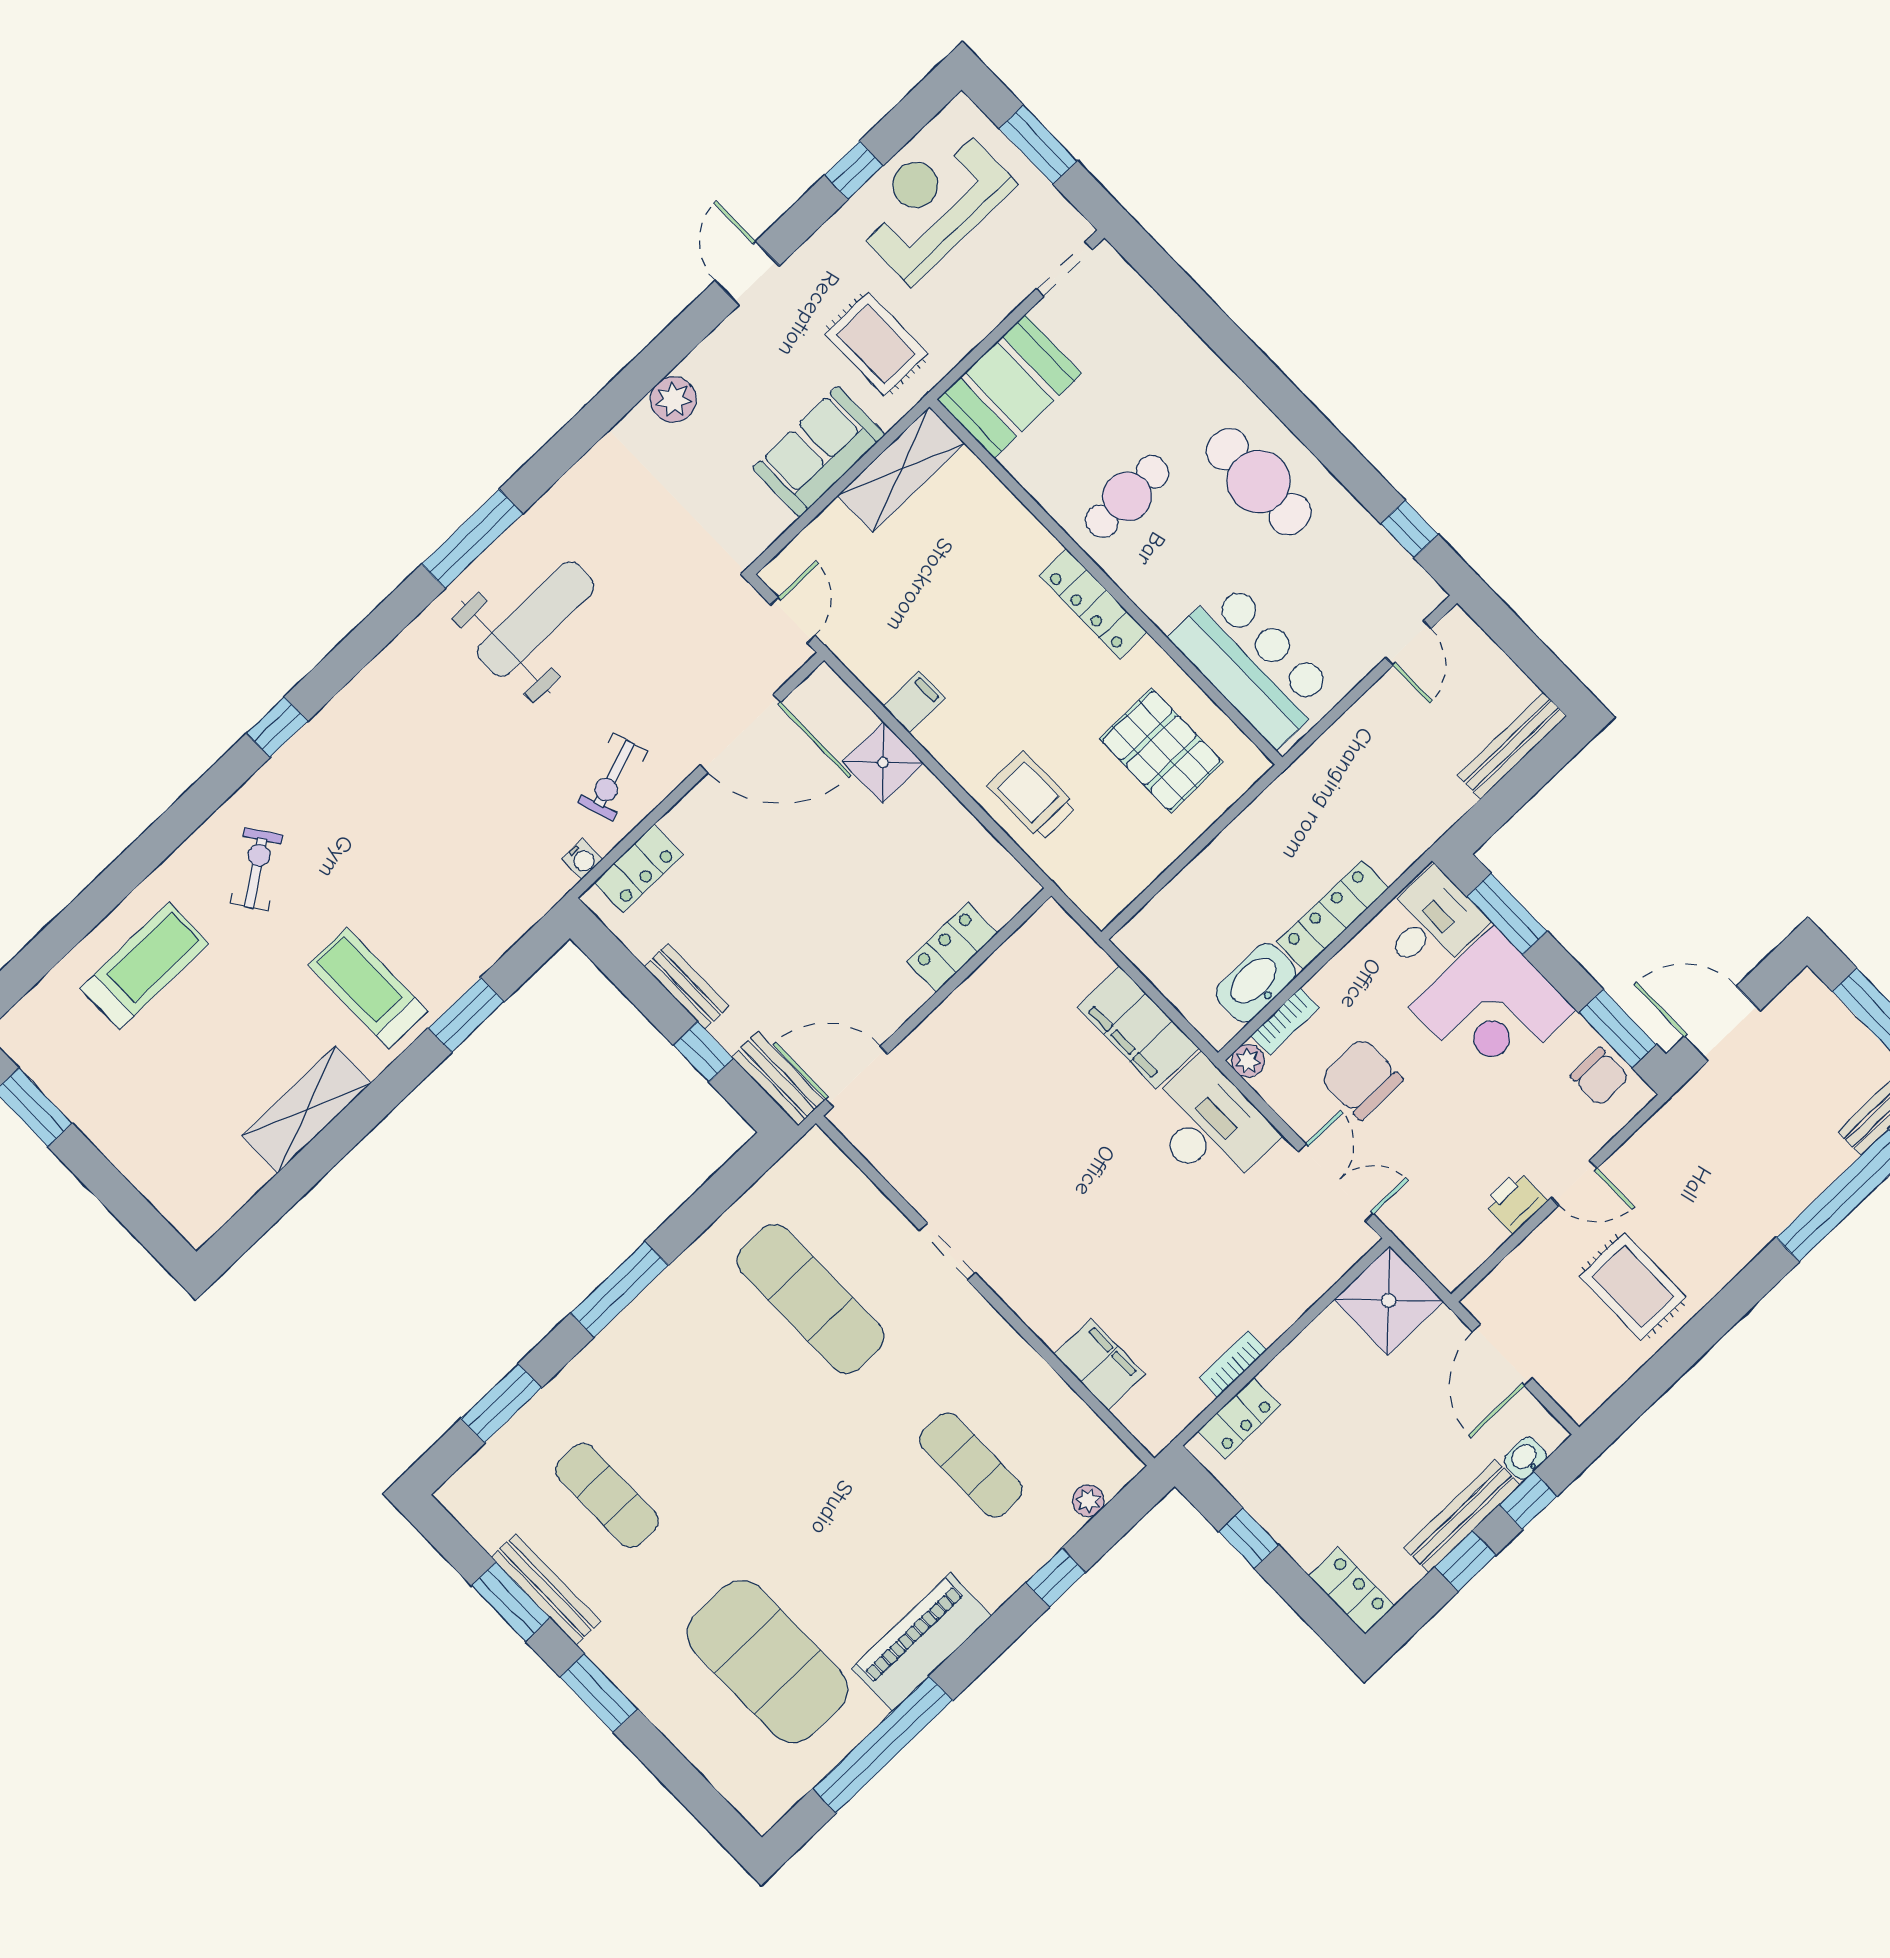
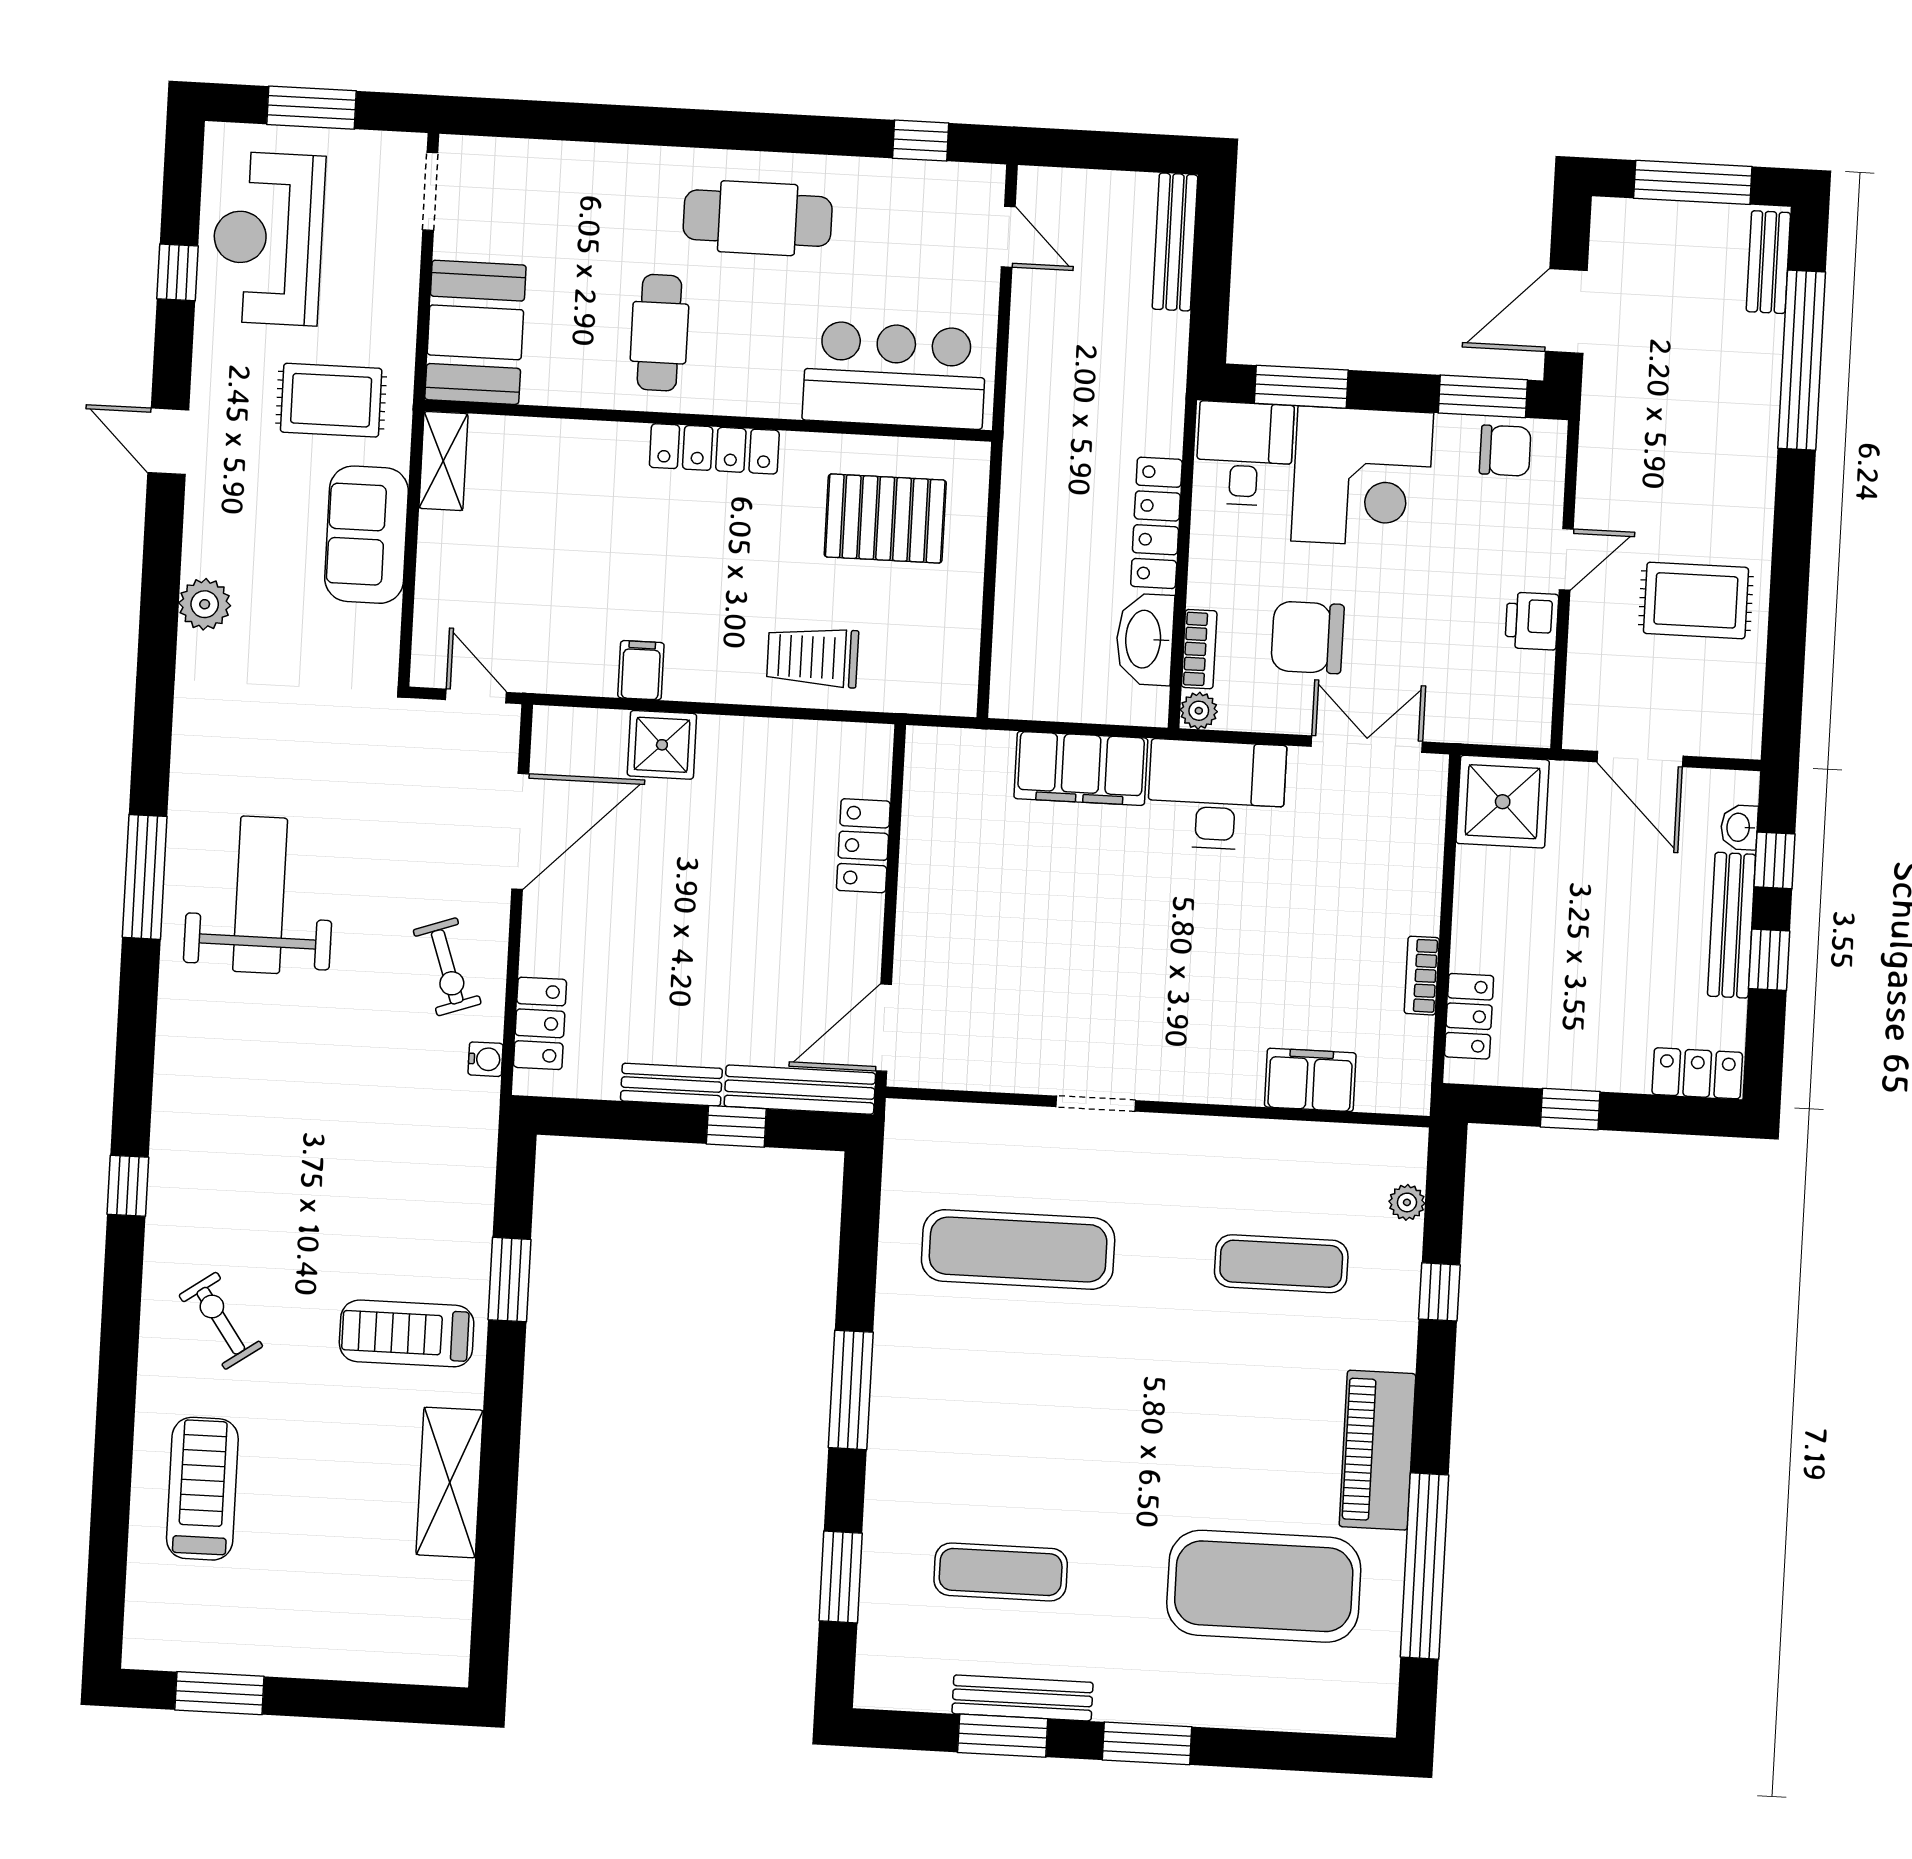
shelving: (901, 469) -> (443, 461), width x0.67, depth x0.75
bench: (778, 1079) -> (800, 1090), width x1.36

